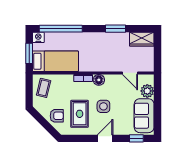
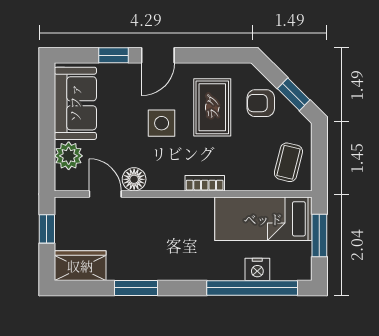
nightstand: (38, 37) -> (257, 269), moved
window: (158, 57) -> (47, 229), added
floor lamp: (99, 80) -> (134, 179), moved
window: (41, 120) -> (294, 94), added
window: (136, 138) -> (114, 55), moved

